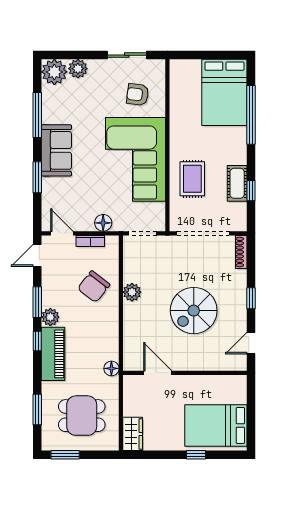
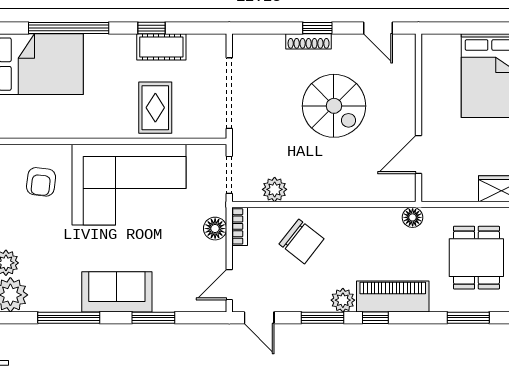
rug: (192, 179) -> (155, 108), turned 90
window: (251, 191) -> (152, 28), moved
bookcase: (90, 241) -> (240, 226), moved
shoe rack: (241, 252) -> (309, 41), moved
plant: (132, 292) -> (275, 189), moved

